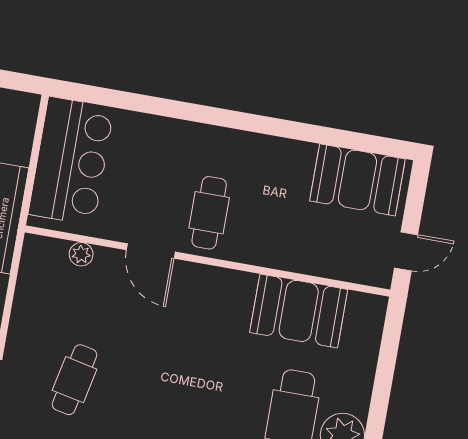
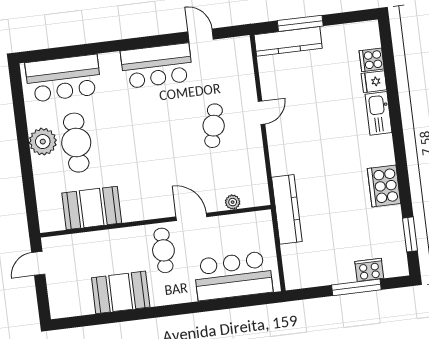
bar counter: (71, 161) -> (233, 276), moved, turned 90
booth: (357, 180) -> (121, 292), moved

